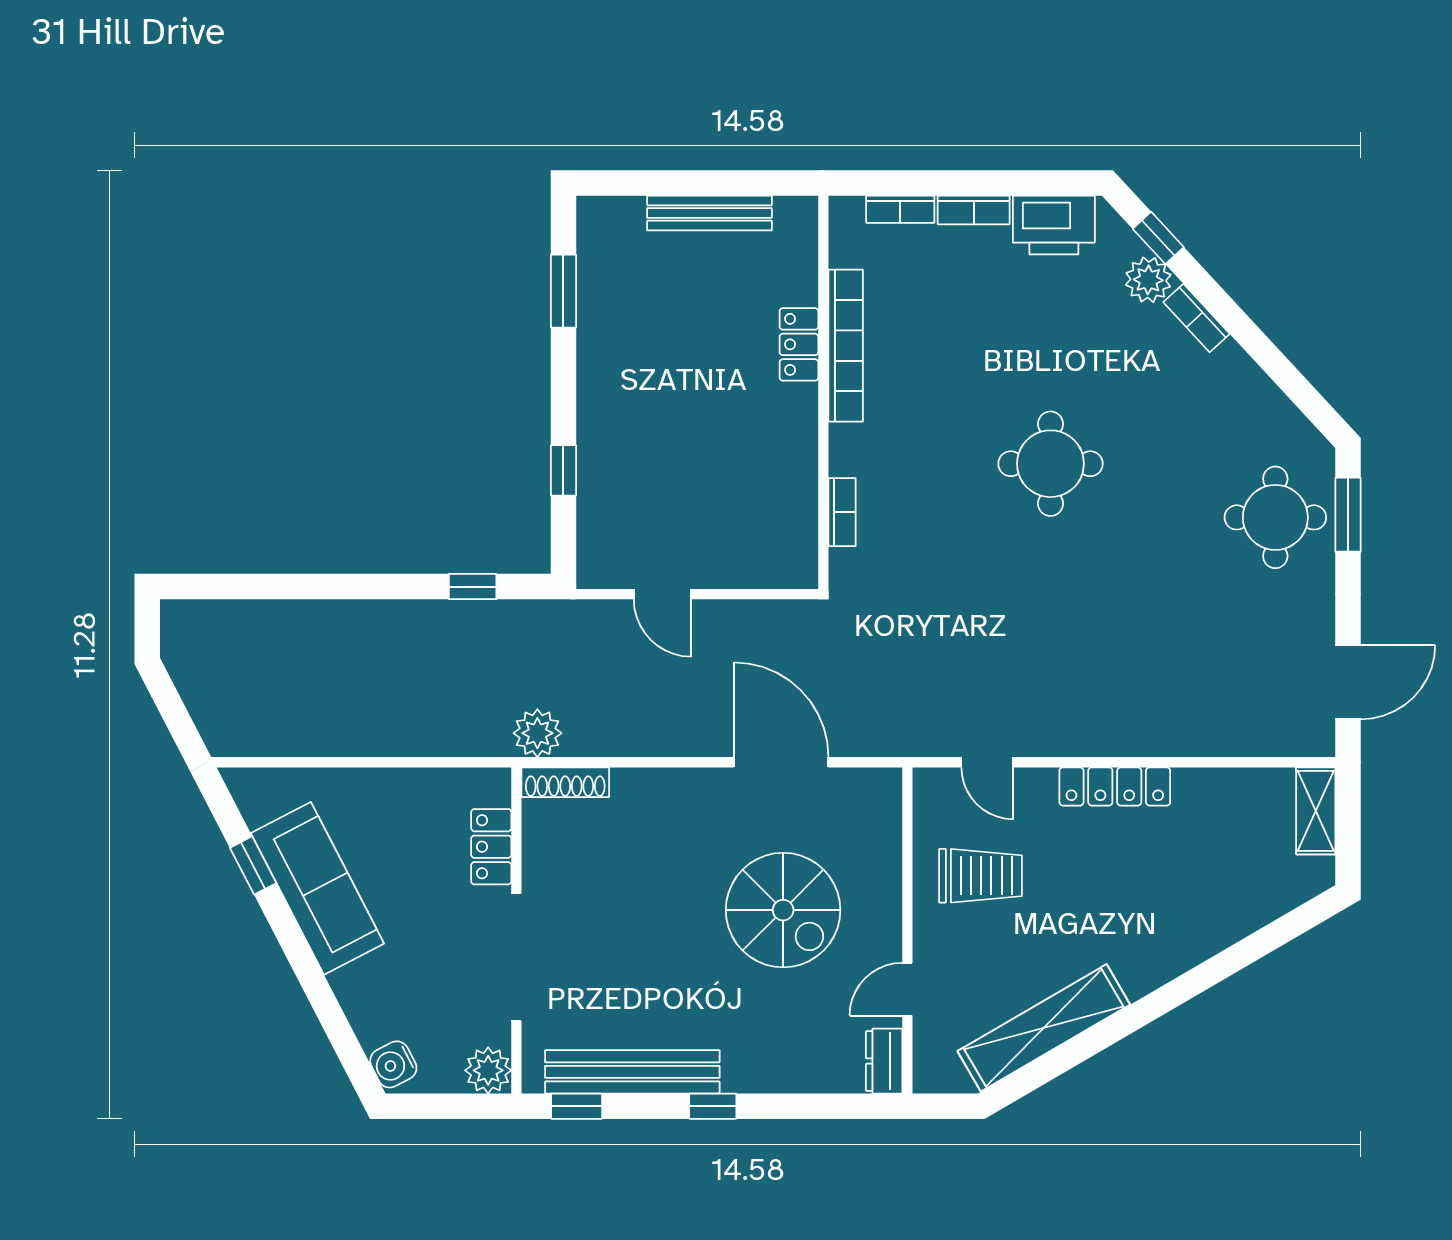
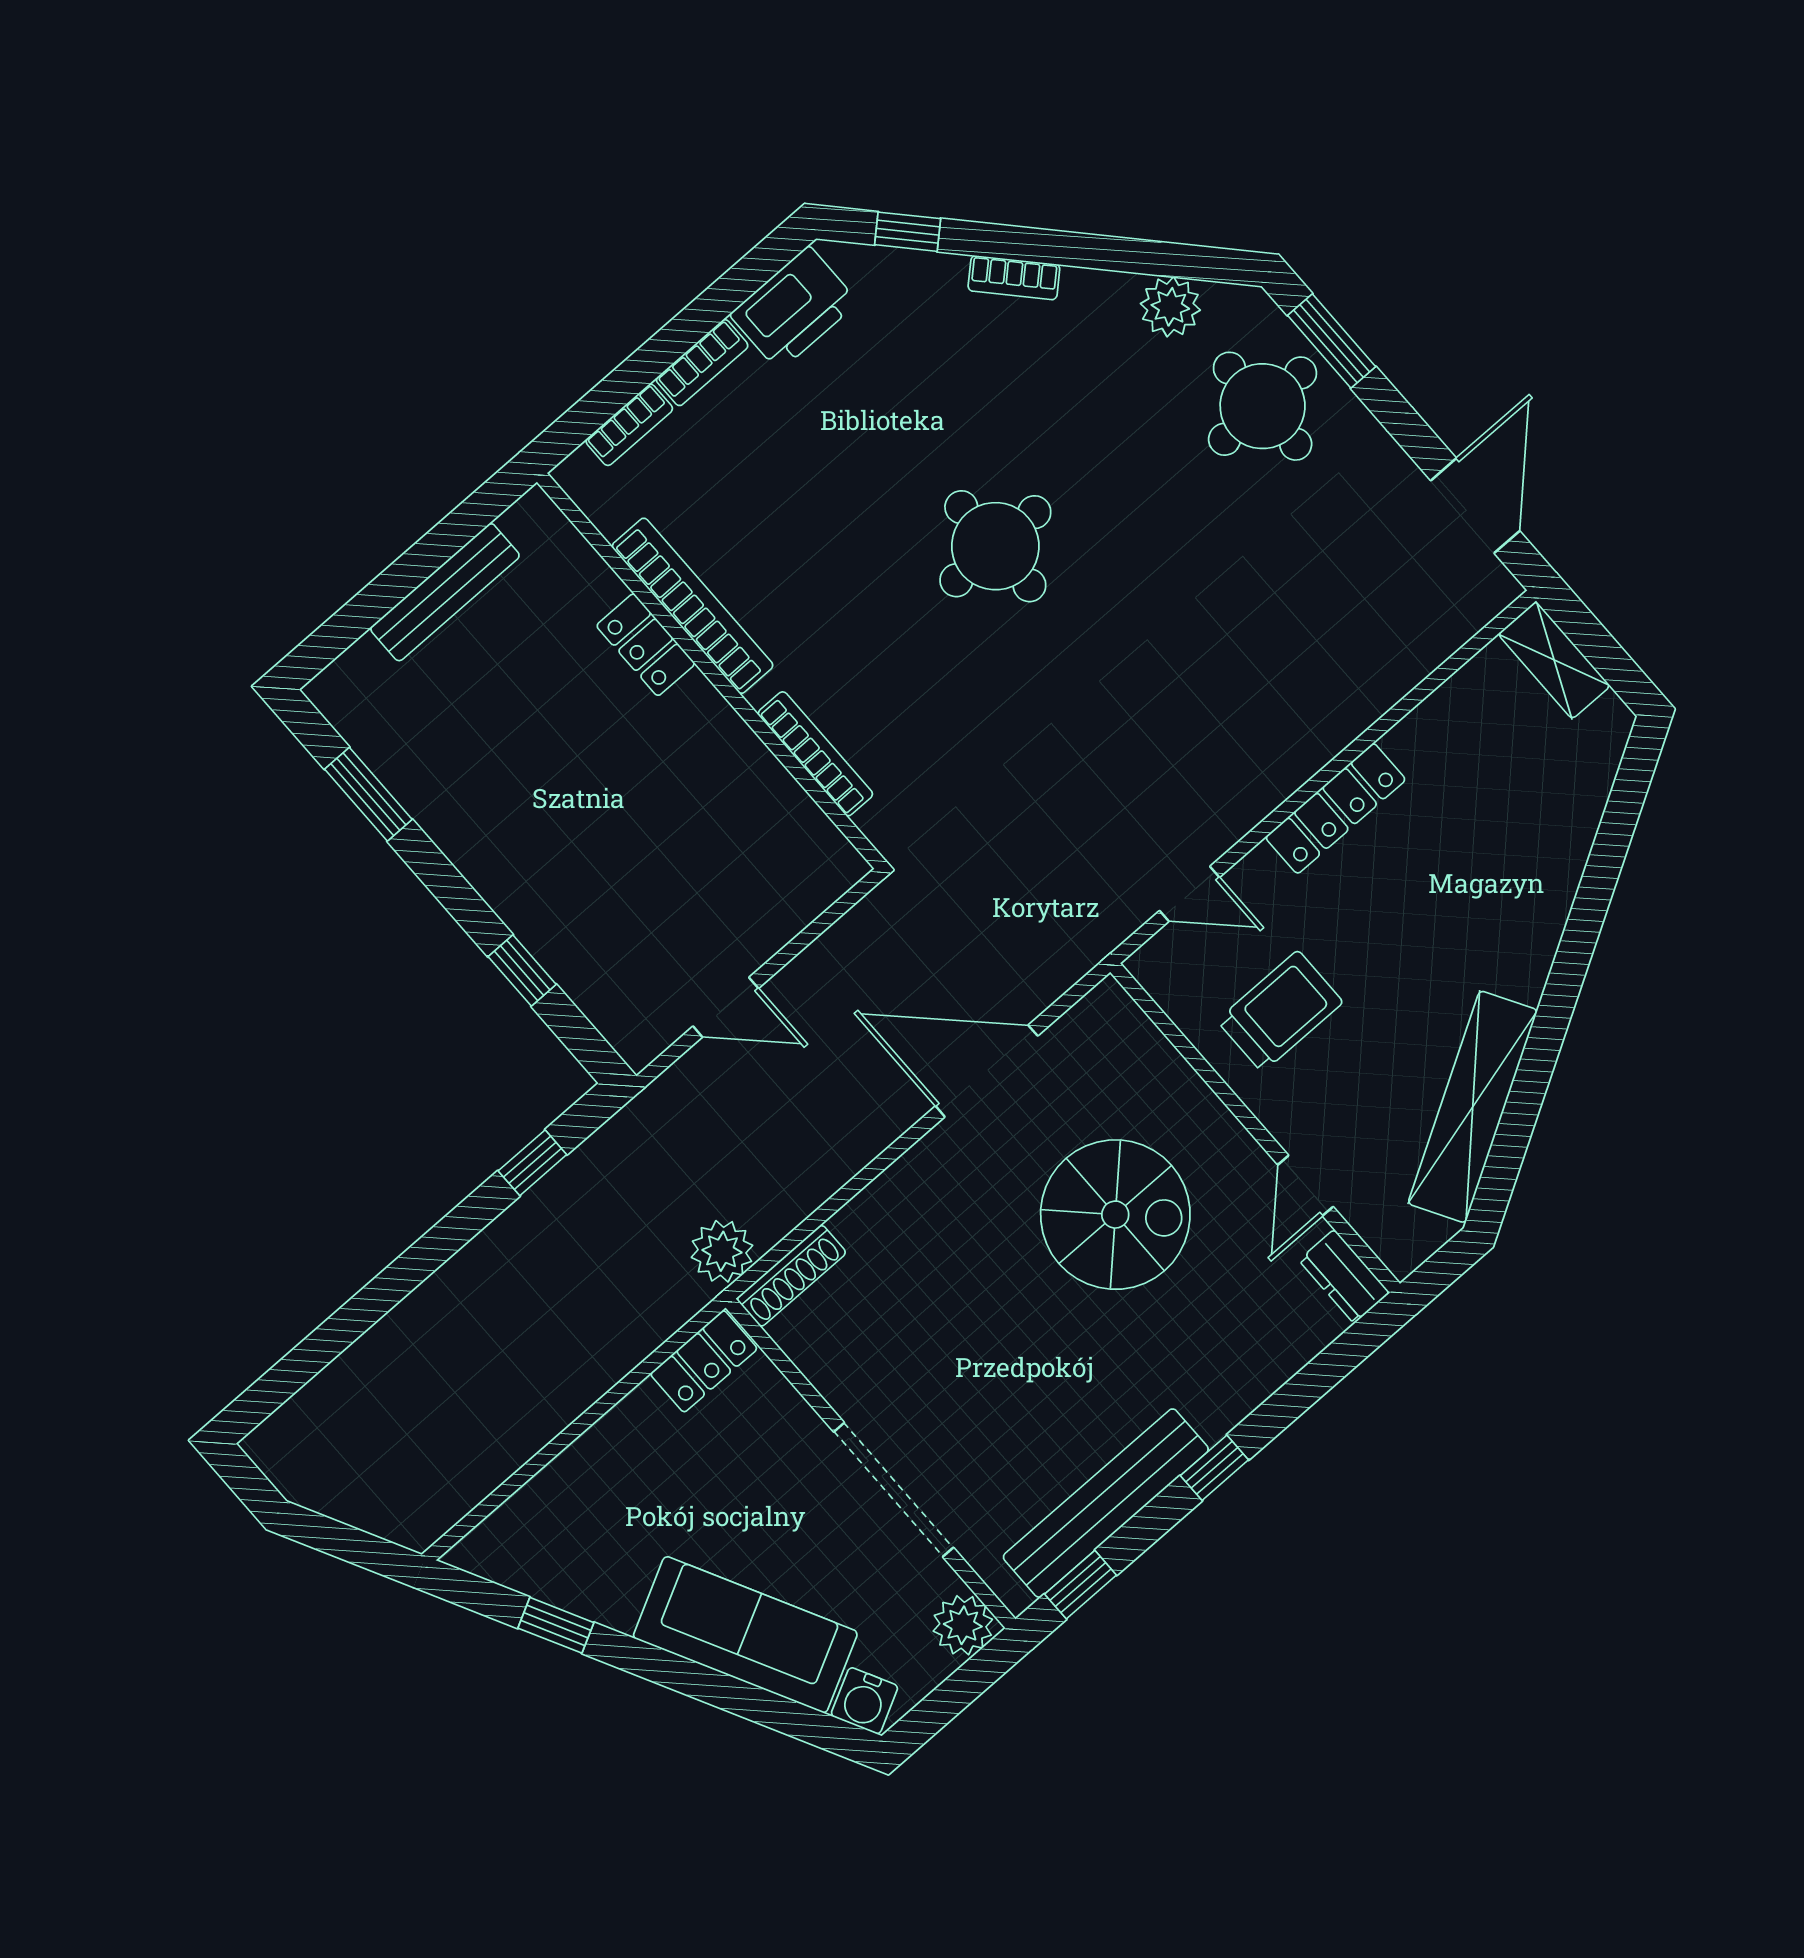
plant: (1148, 280) -> (1170, 307), moved
bookcase: (842, 512) -> (815, 754), width x1.56
locker: (491, 847) -> (704, 1361), moved, turned -90
sofa: (317, 888) -> (745, 1635), moved

